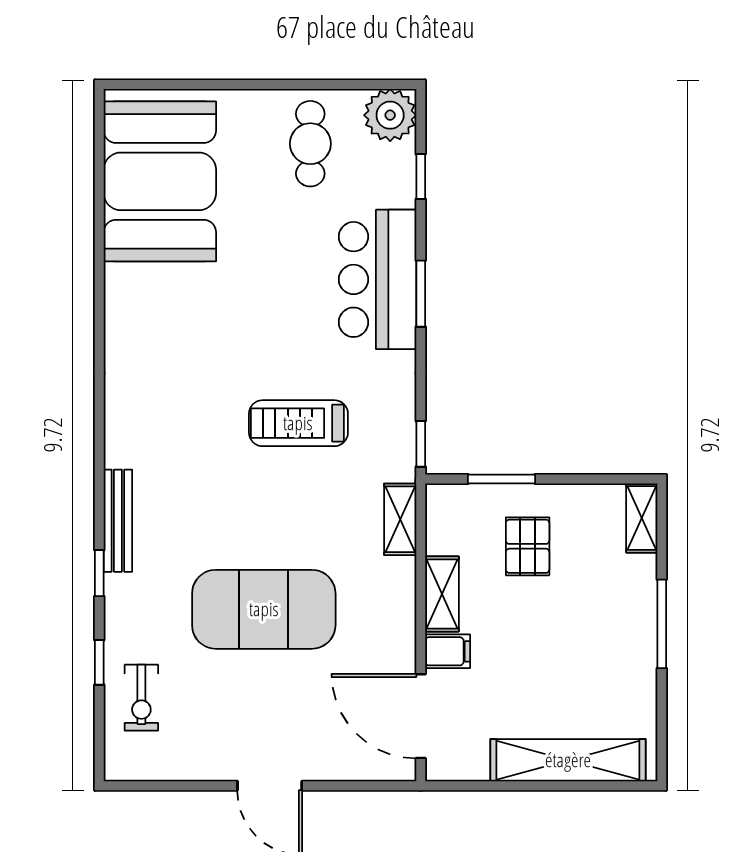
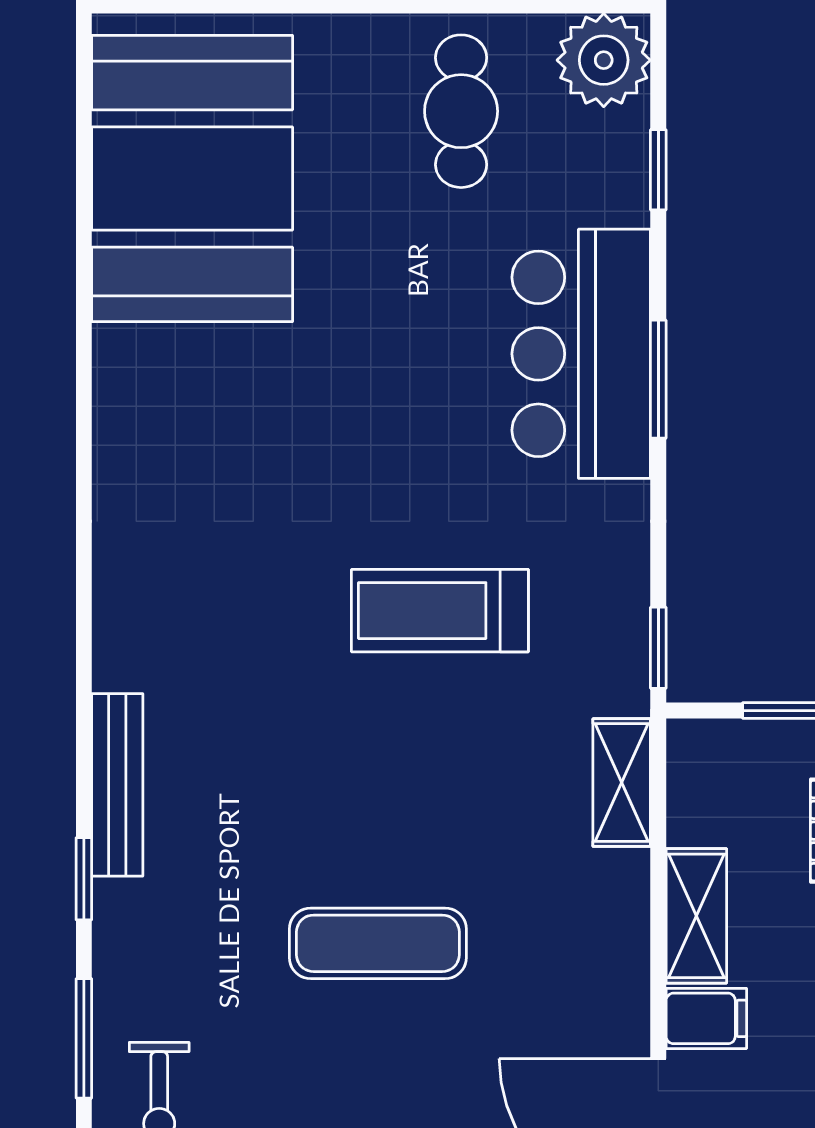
exercise mat: (264, 609) -> (378, 943), width x0.50, depth x0.69
window: (99, 662) -> (84, 1038), width x1.50

